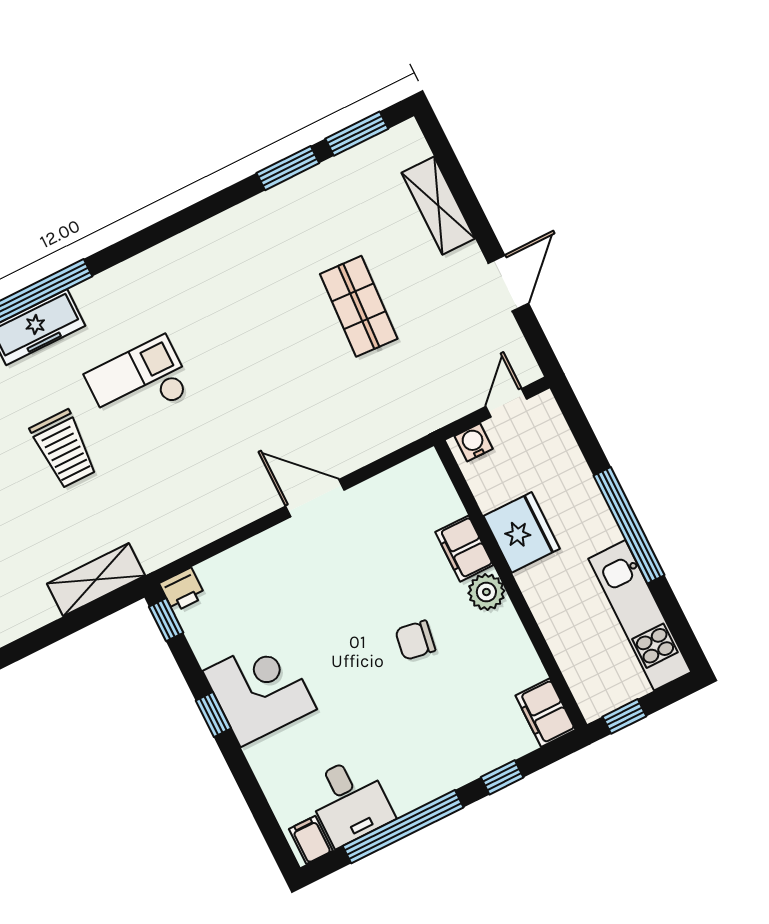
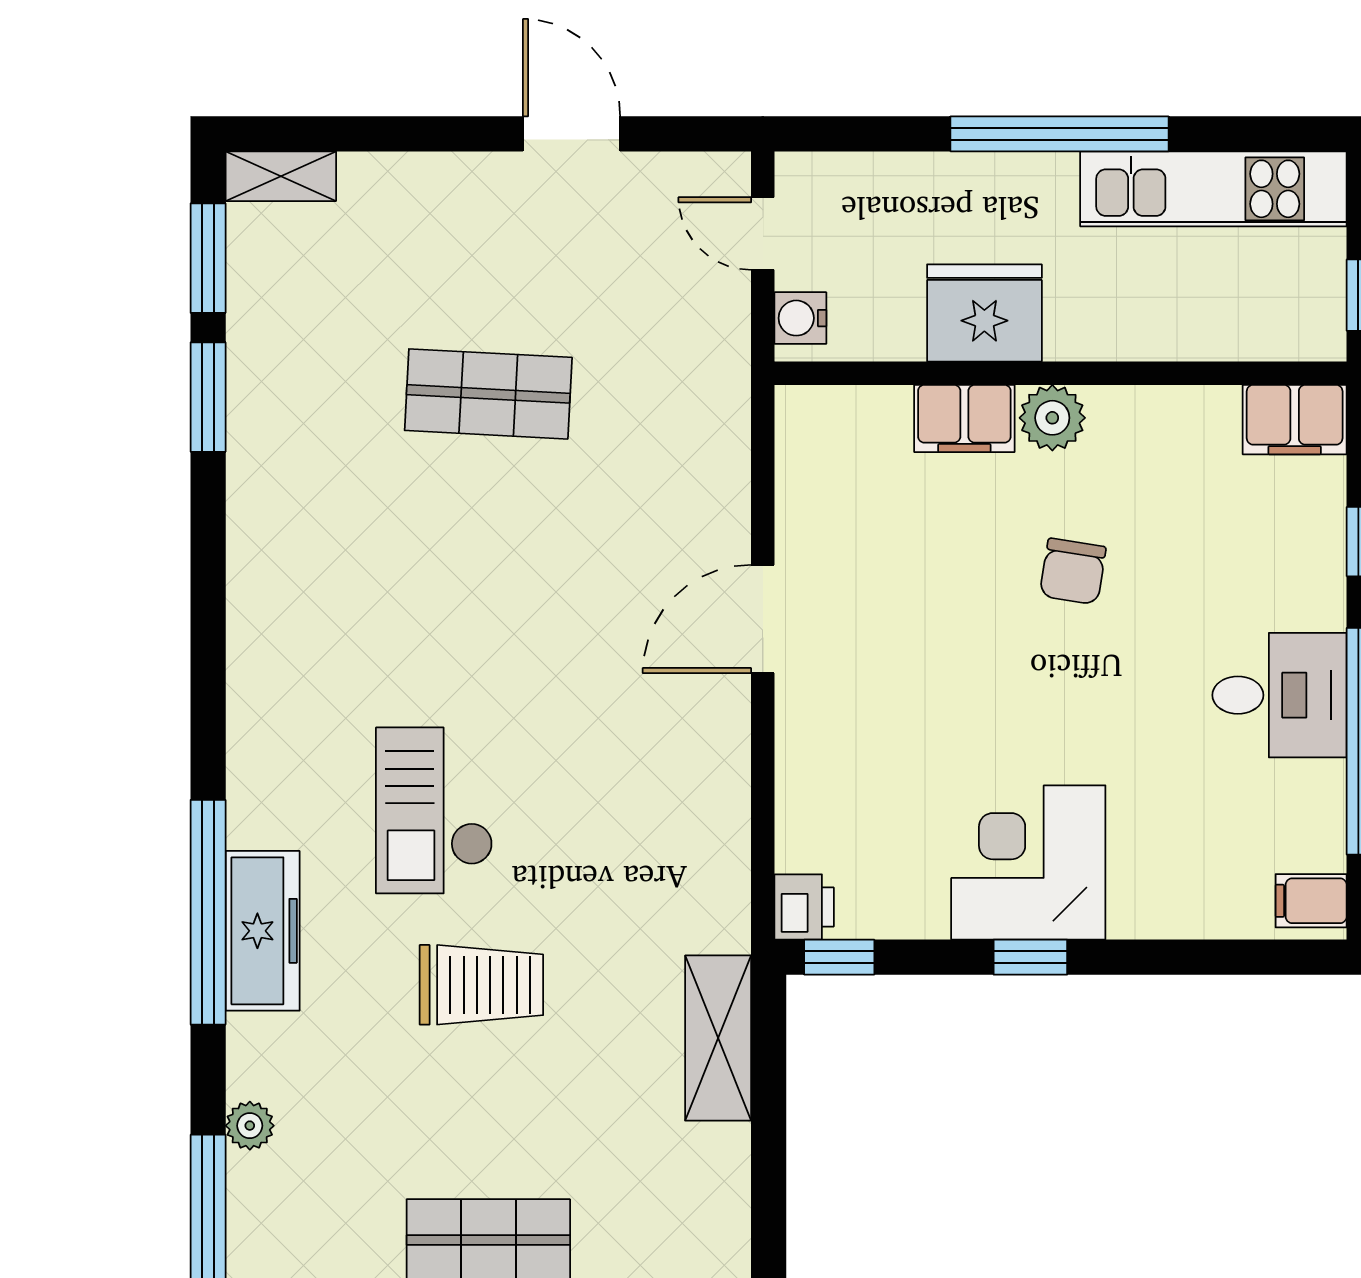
shelving: (438, 206) -> (281, 176), moved, width x0.67, depth x0.75
desk: (349, 801) -> (1280, 695), moved

